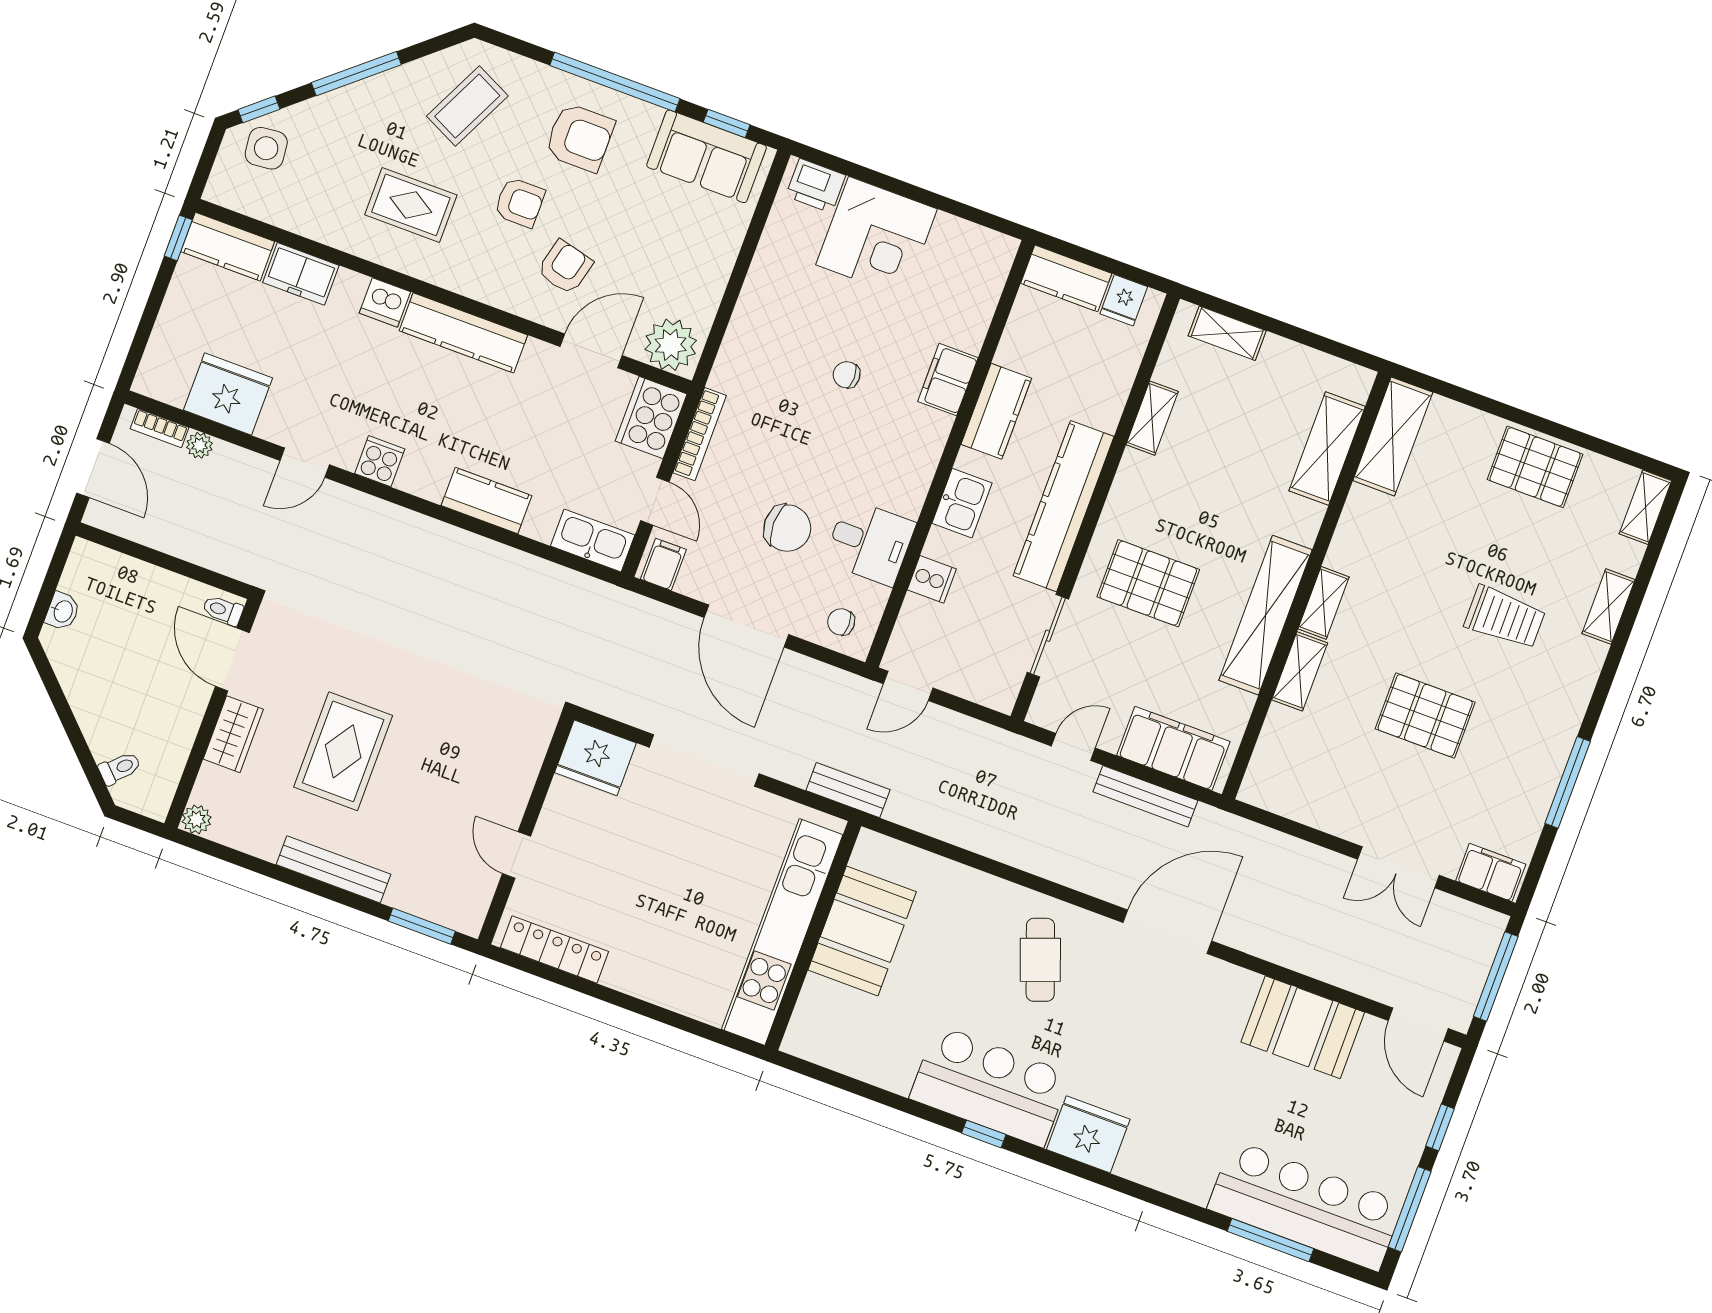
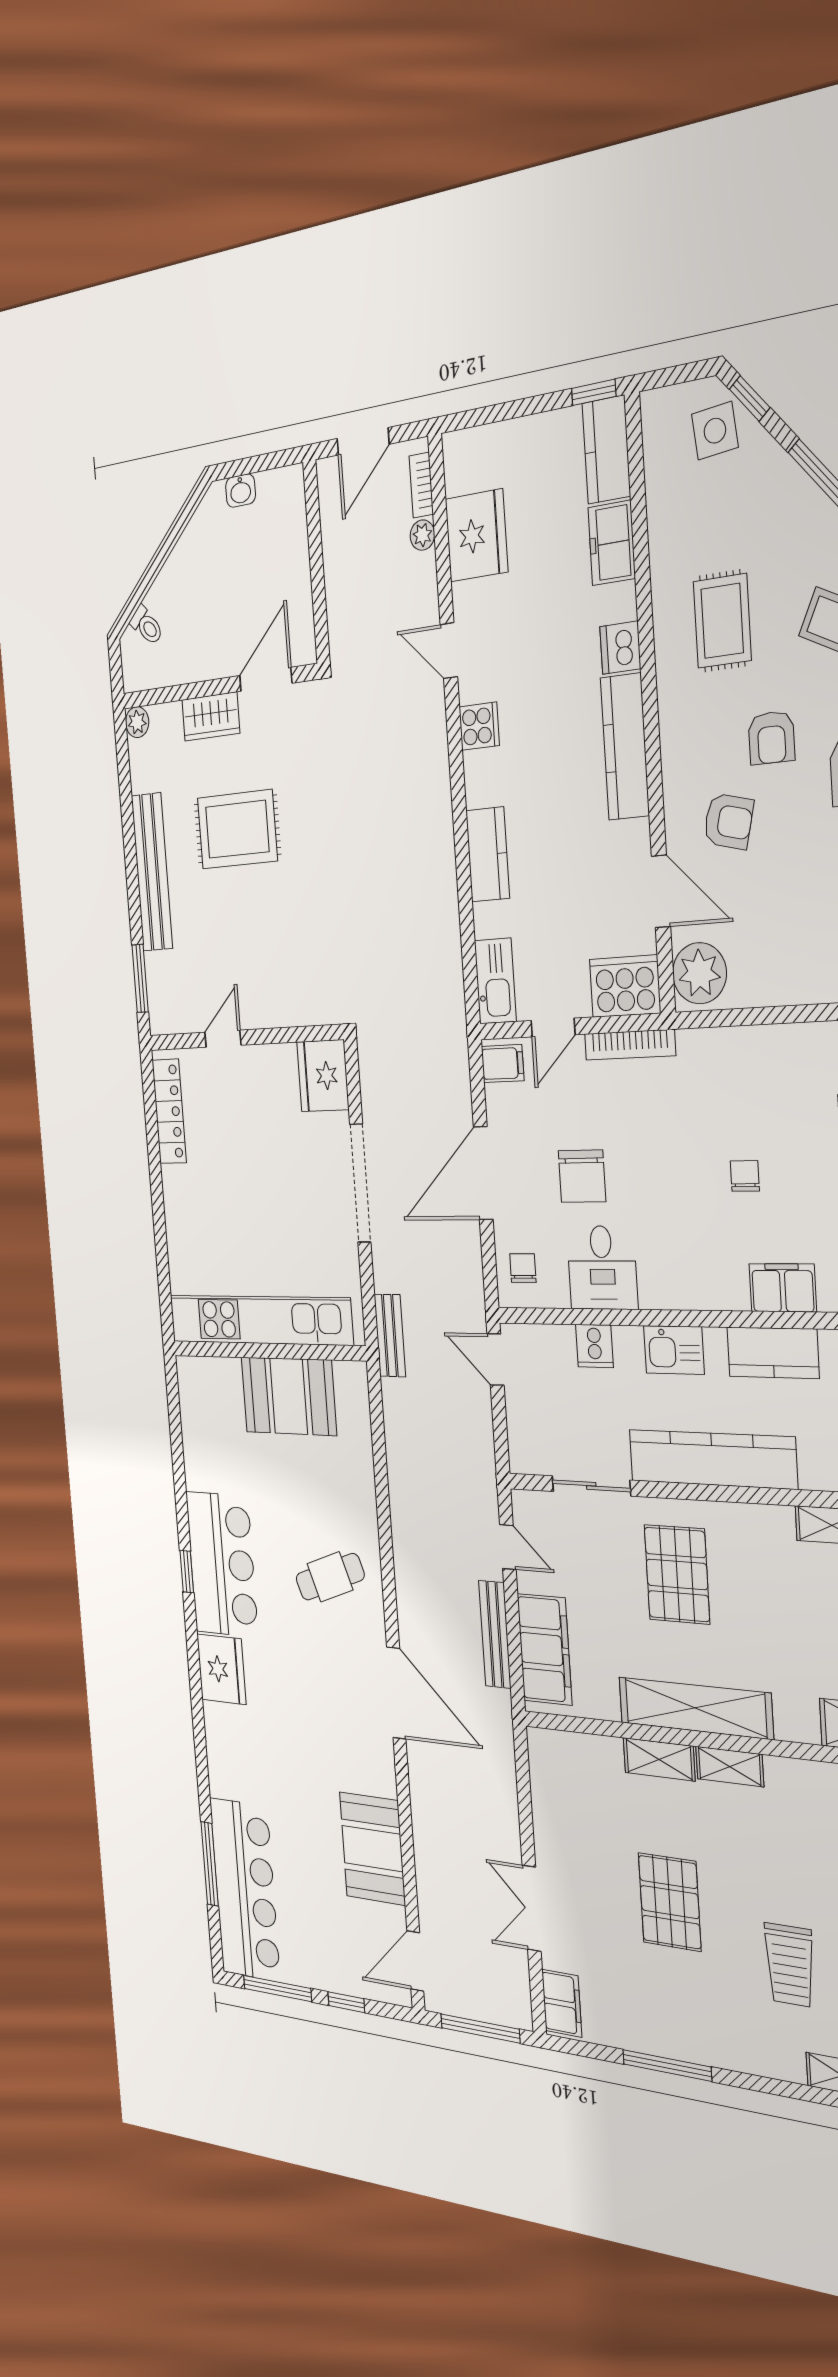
toilet: (223, 610) -> (300, 645), removed
bench: (334, 869) -> (152, 872), width x1.37, depth x1.21

